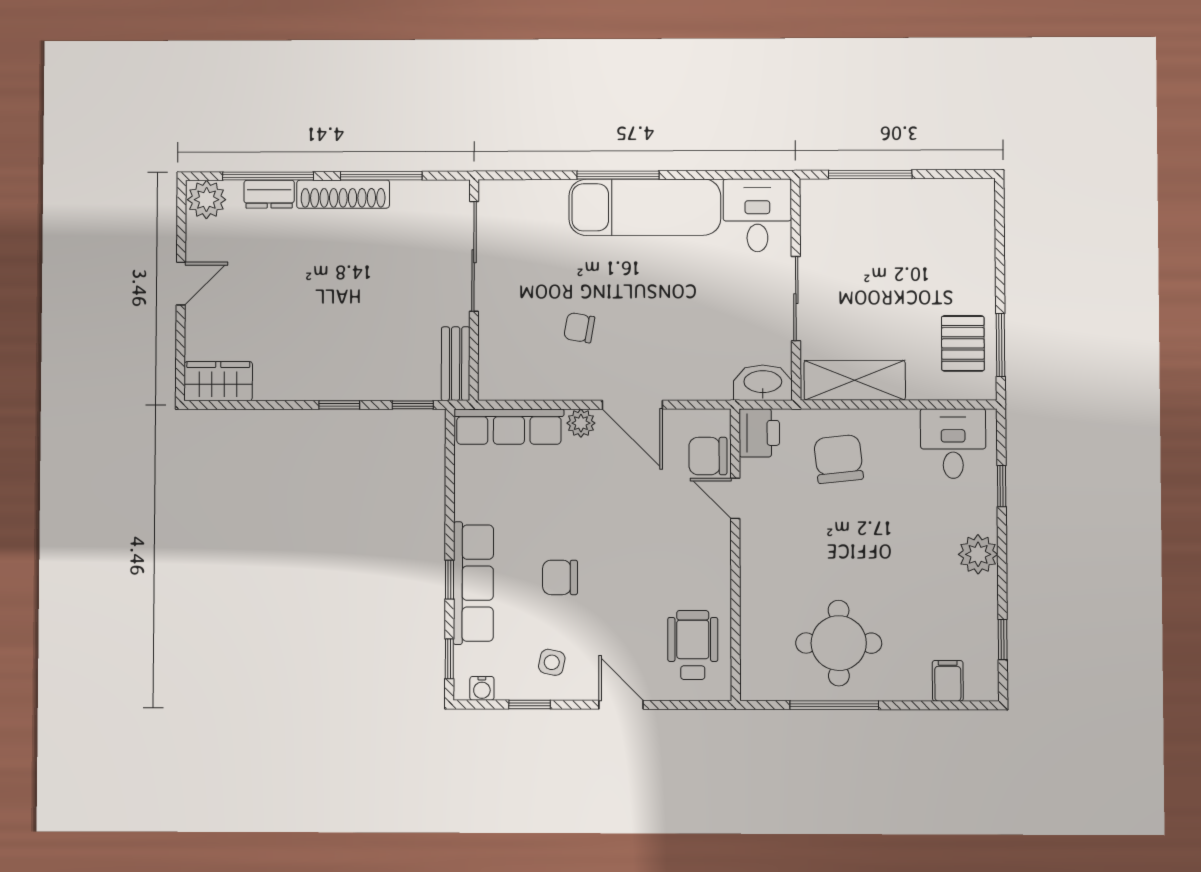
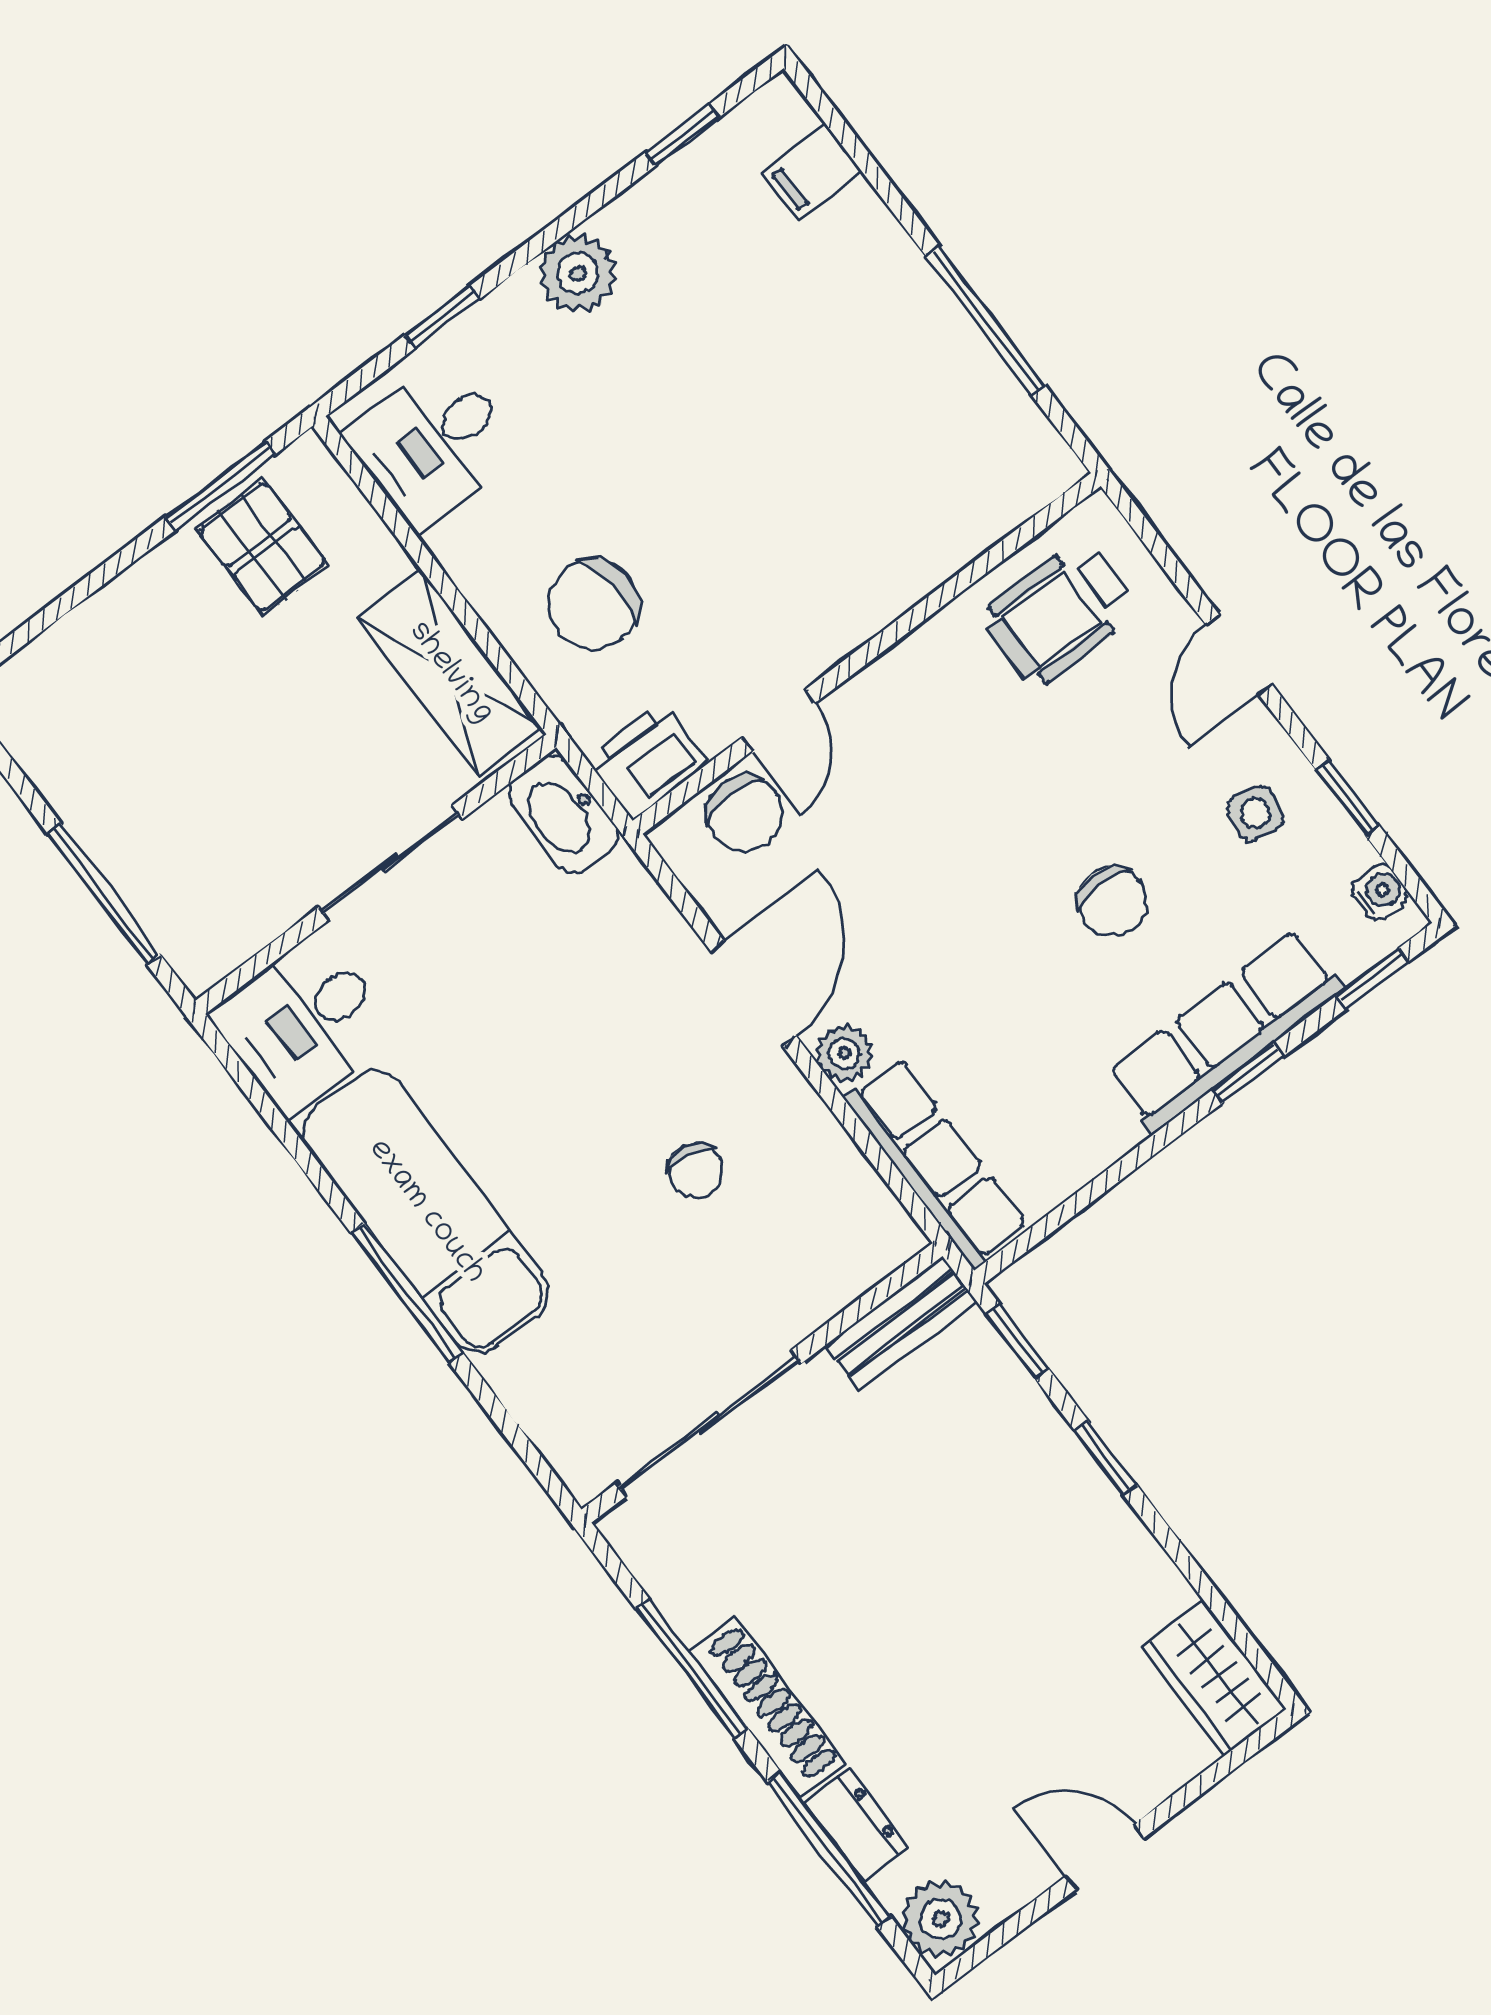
pallet: (963, 343) -> (263, 547), turned 90
round table: (839, 643) -> (883, 387), removed

